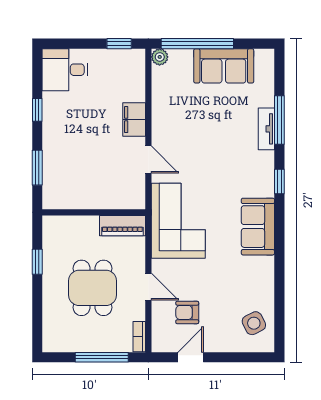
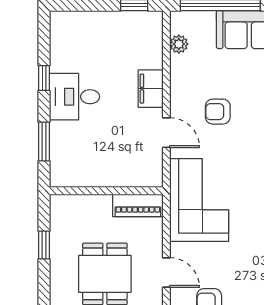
plant: (160, 57) -> (179, 44), moved
desk: (65, 70) -> (75, 97), moved
armchair: (195, 140) -> (218, 112), added

